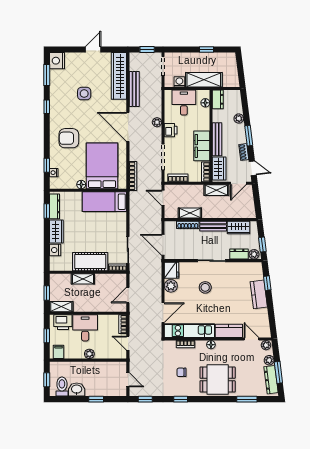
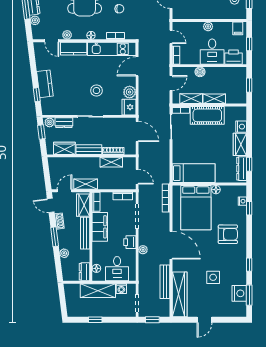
nightstand: (57, 61) -> (239, 293), moved
shelving: (61, 307) -> (191, 99), moved
boiler: (98, 307) -> (200, 72), added
plant: (266, 345) -> (67, 35), moved

